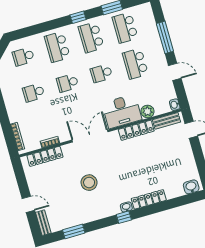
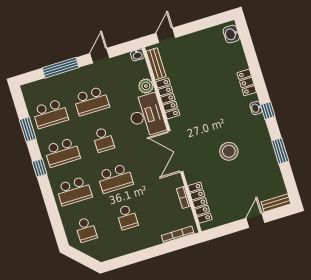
school desk: (68, 83) -> (115, 178), width x1.85
locker: (149, 199) -> (247, 82), width x0.66
window: (74, 231) -> (280, 151), moved

